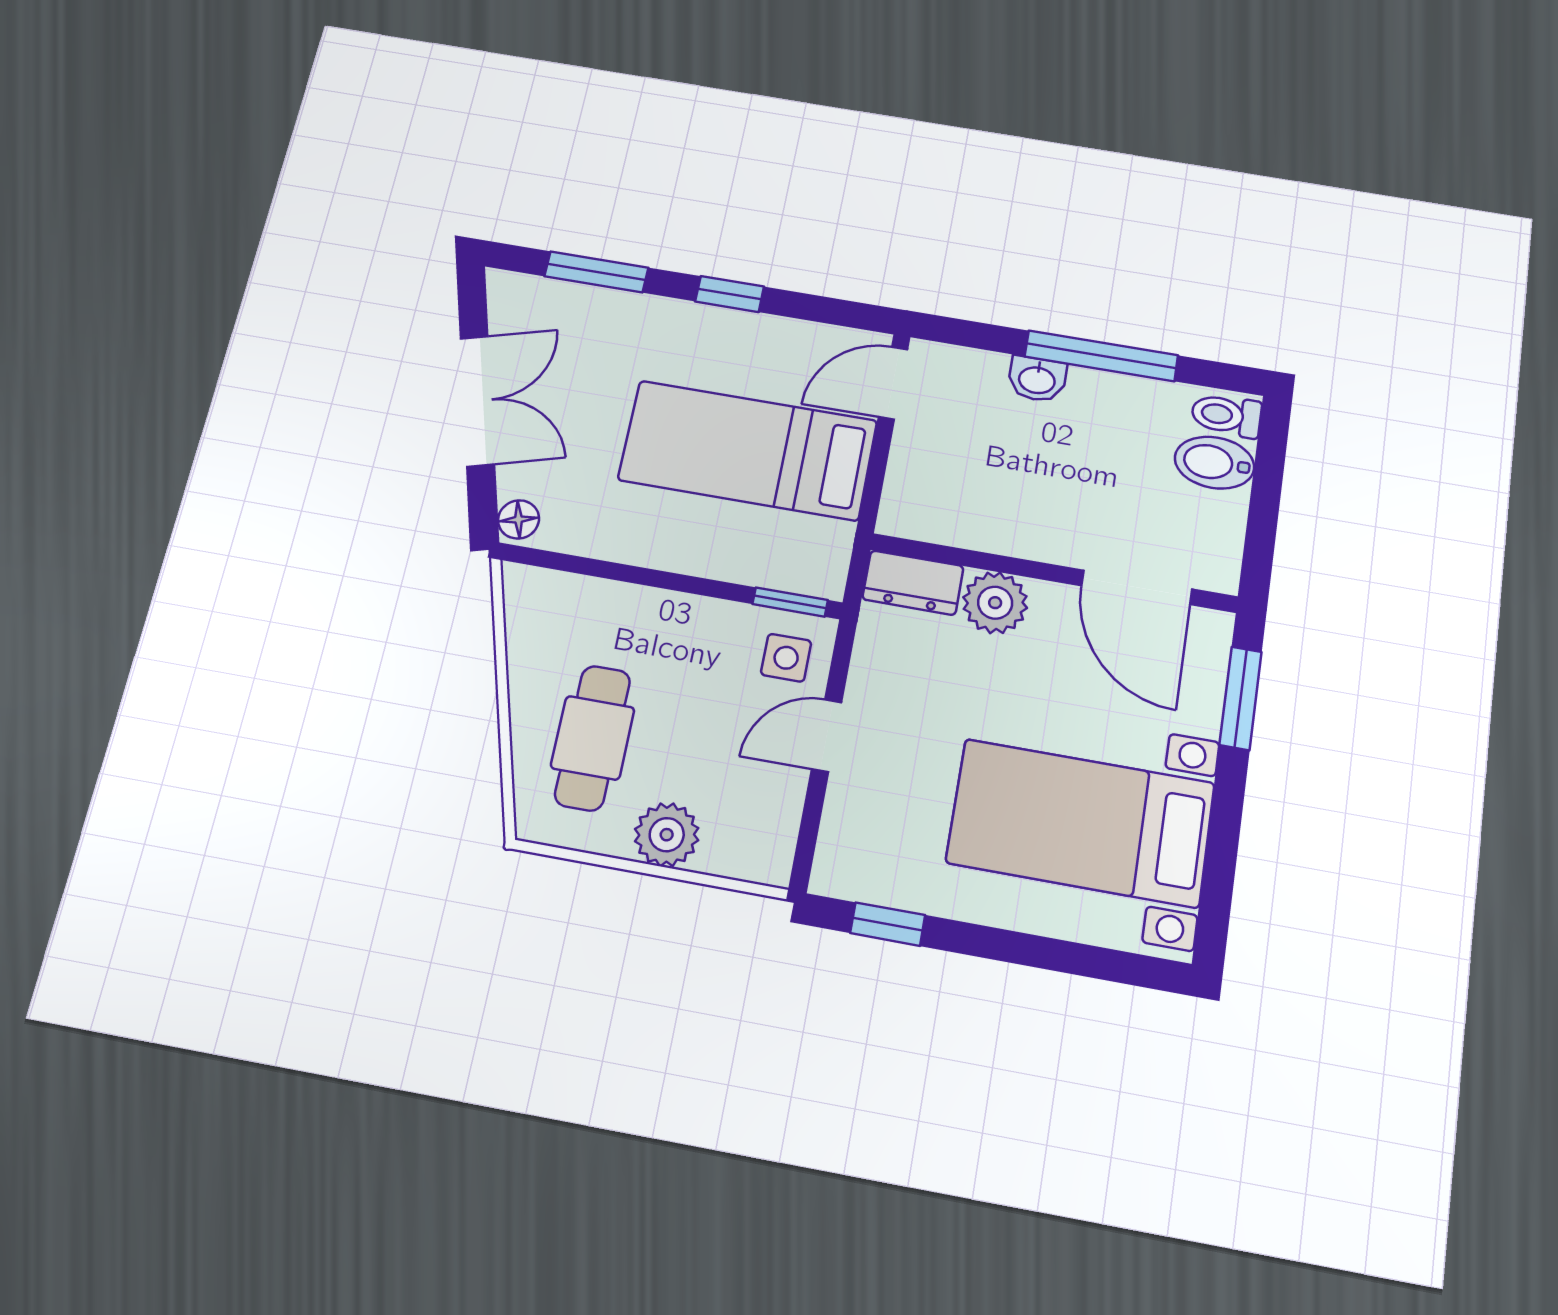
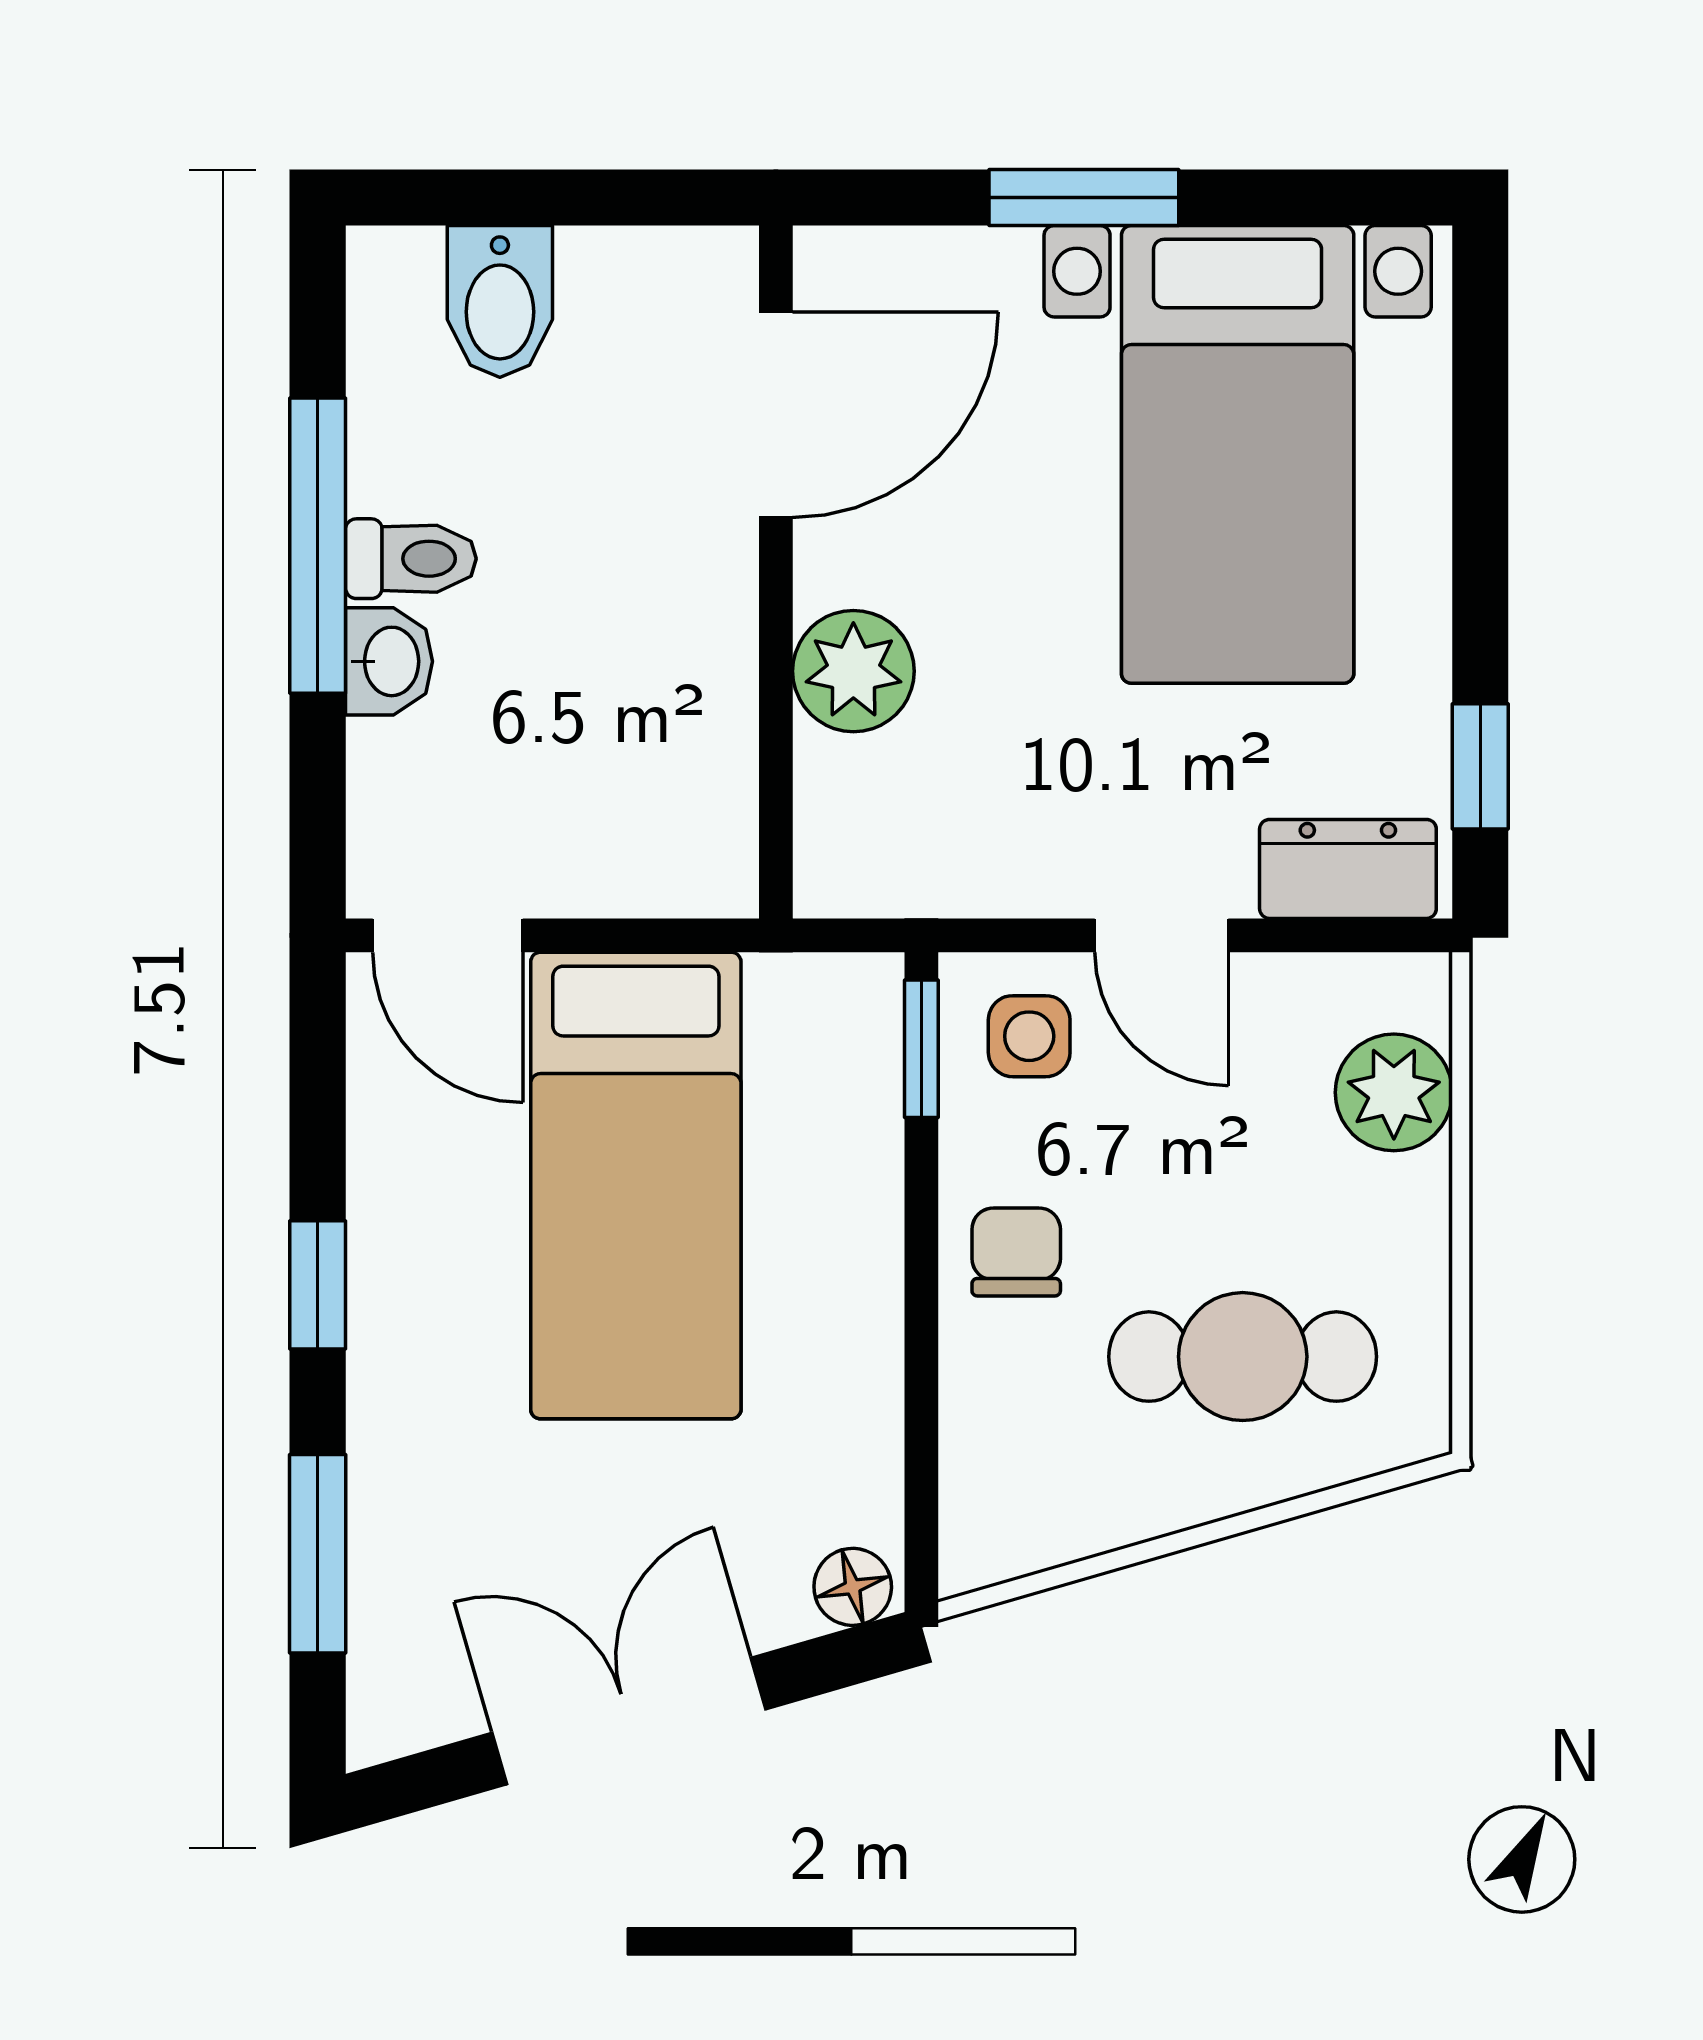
toilet: (1226, 415) -> (411, 559), moved, turned -90
dresser: (913, 583) -> (1348, 869), moved, turned -90
chair: (674, 631) -> (1016, 1252), added
window: (1241, 698) -> (1084, 197), moved
plant: (667, 835) -> (1394, 1092), moved

